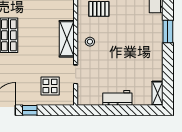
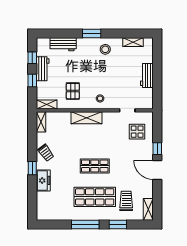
shelving: (67, 39) -> (86, 118), moved
stool: (149, 48) -> (105, 49), added
shelving: (158, 93) -> (133, 42), moved

